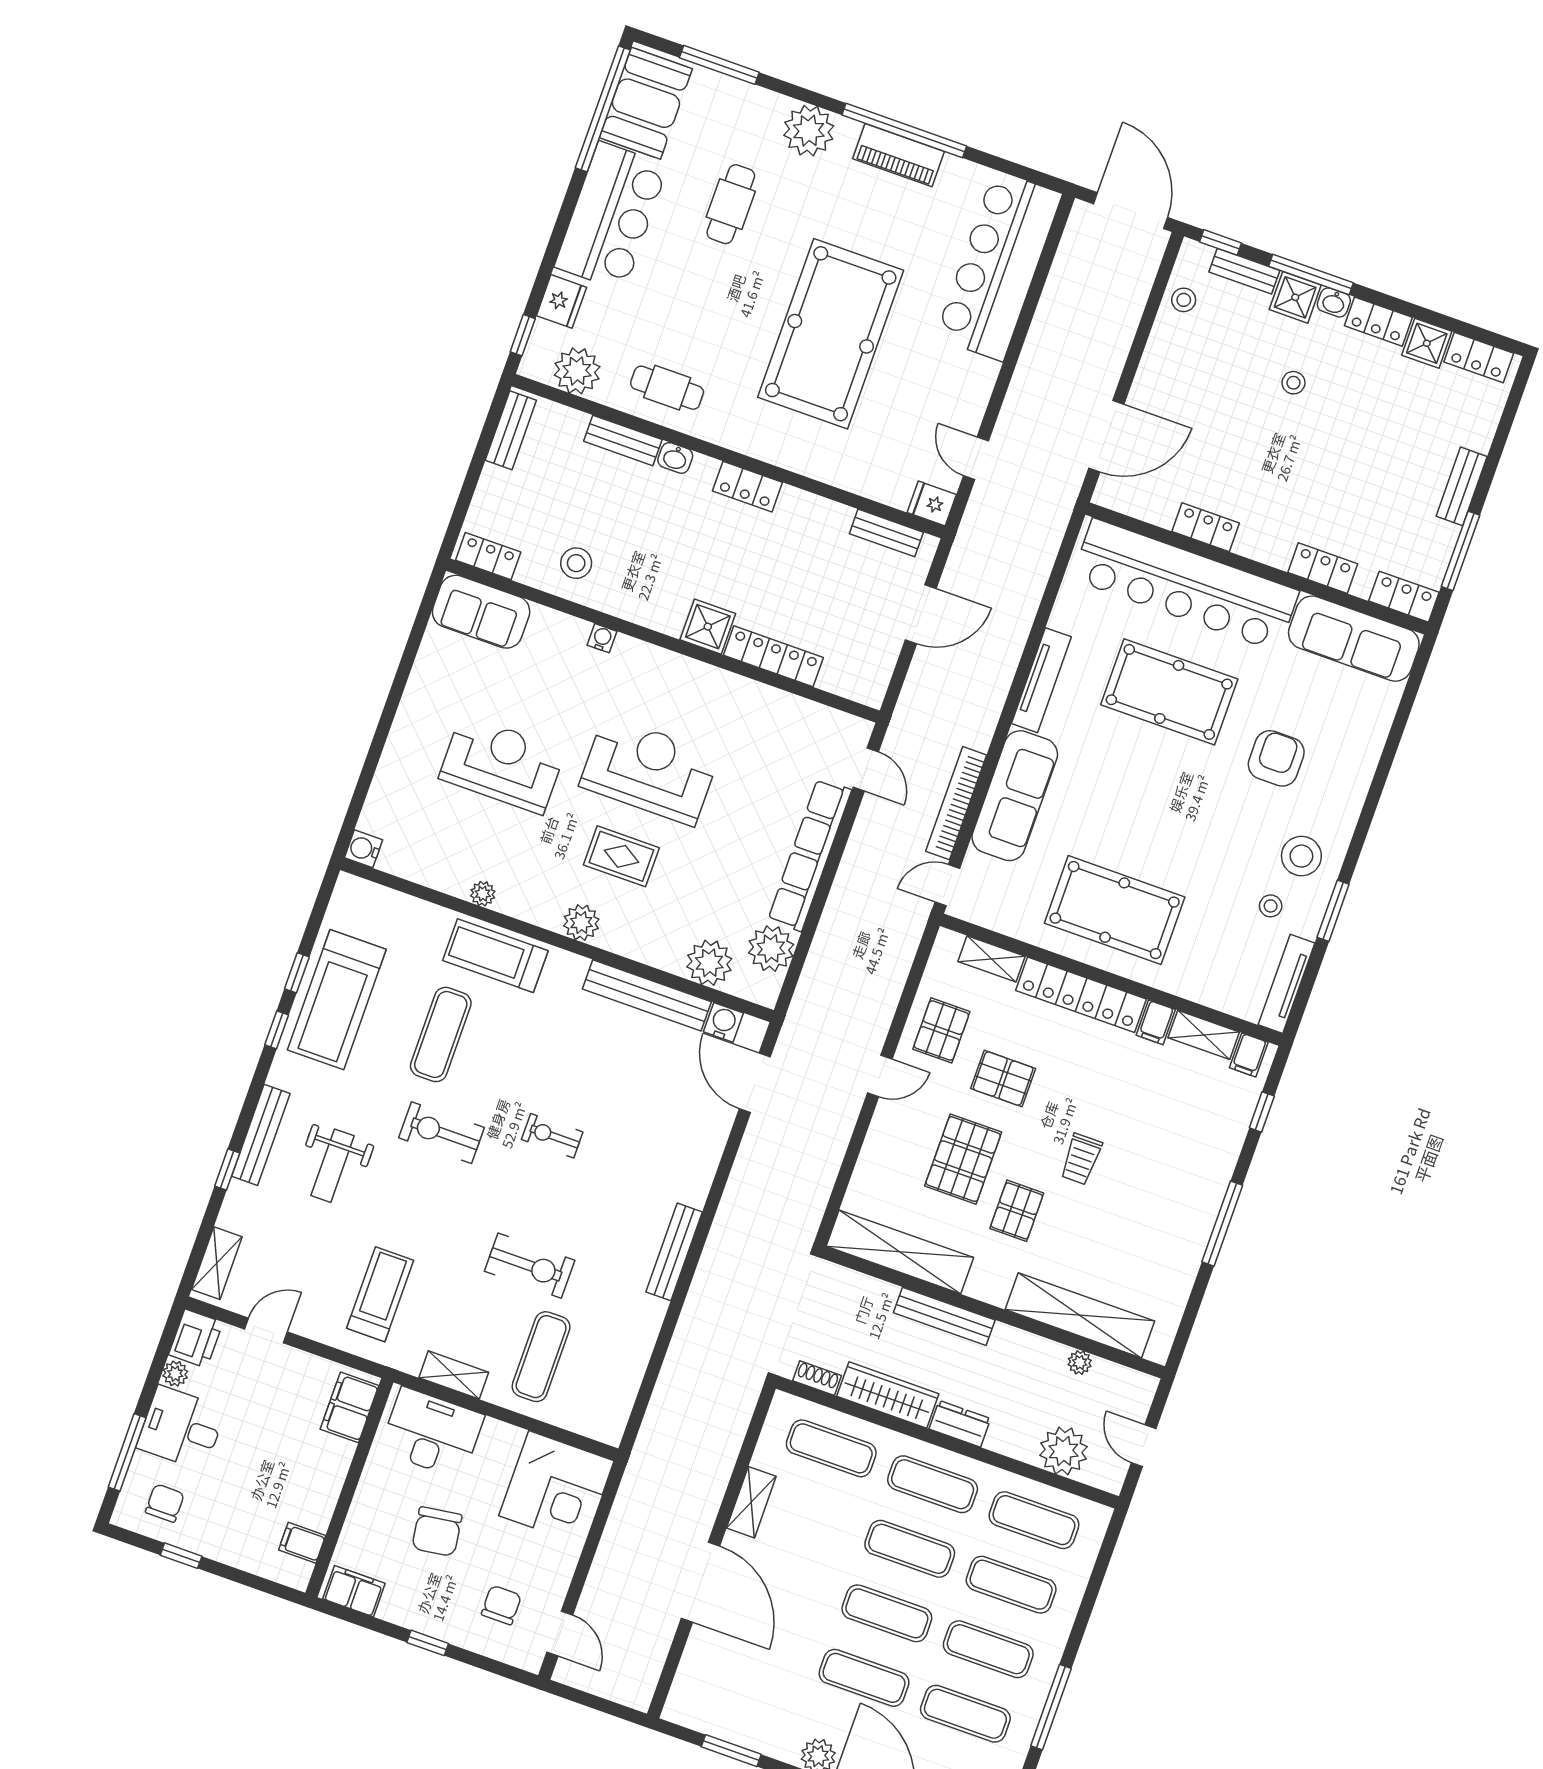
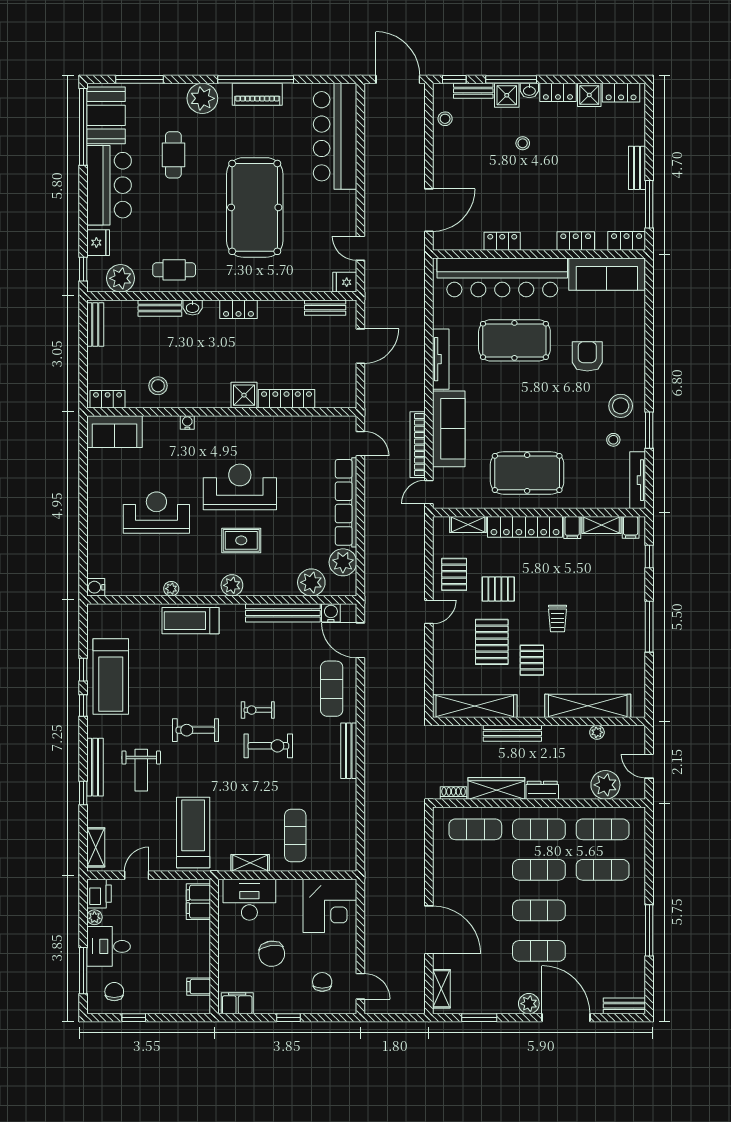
exercise mat: (441, 1034) -> (332, 689), moved
exercise bike: (530, 1266) -> (268, 746), moved
treadmill: (380, 1294) -> (193, 832), width x1.37, depth x1.38
shelving: (751, 1502) -> (441, 989), moved
exercise mat: (988, 1649) -> (603, 910), removed
exercise mat: (965, 1714) -> (603, 951), removed

